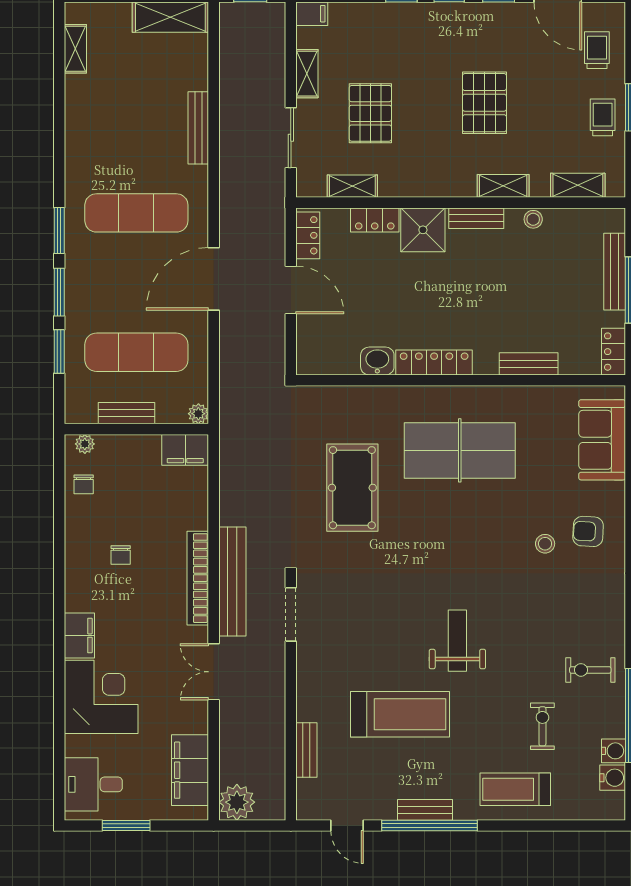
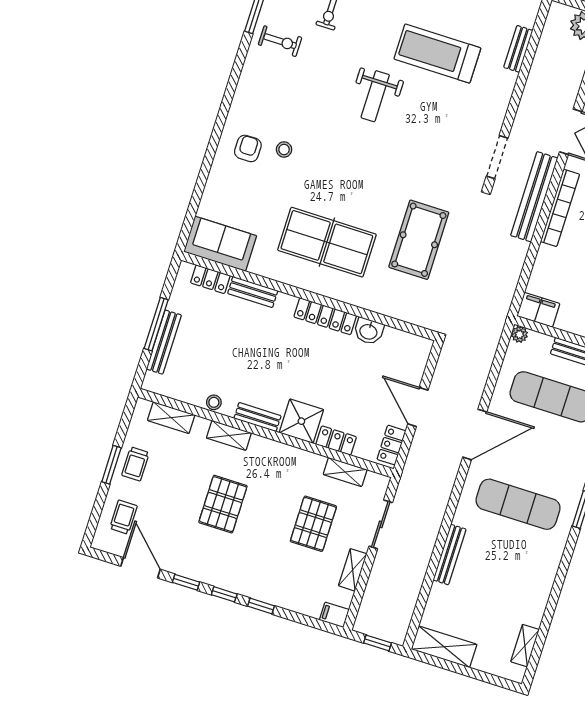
trolley: (597, 50) -> (123, 517), turned 180
locker: (614, 352) -> (210, 279), moved, turned 90
sofa: (602, 440) -> (220, 244), moved, turned -90
armchair: (588, 531) -> (248, 148), turned -93

